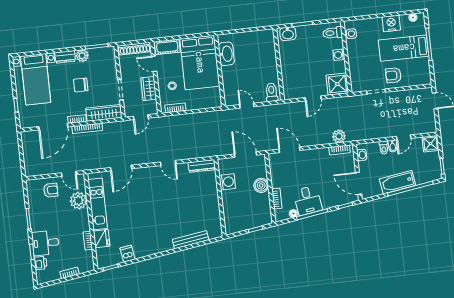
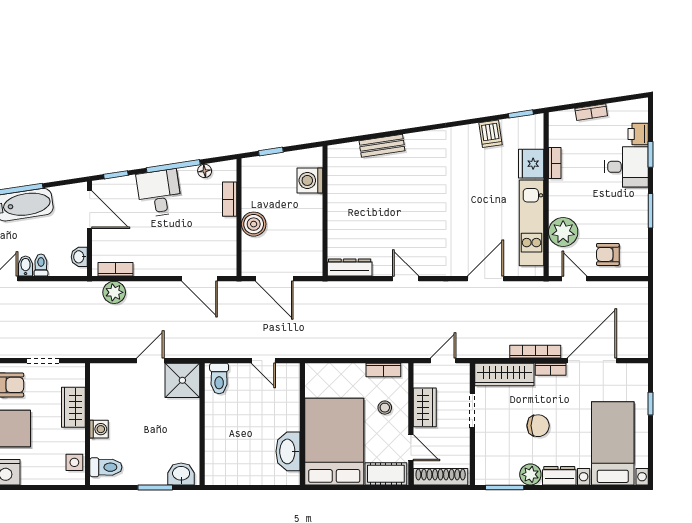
wardrobe: (356, 66) -> (73, 407), added
shower: (337, 84) -> (182, 380), moved
washing machine: (227, 182) -> (310, 180), moved
desk: (308, 200) -> (159, 193), moved
bench: (191, 240) -> (382, 146), width x0.73

